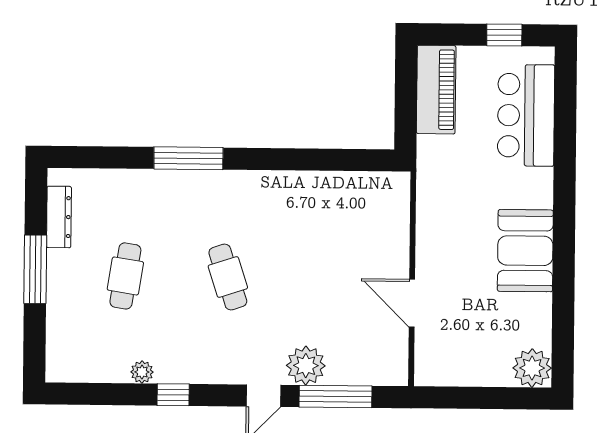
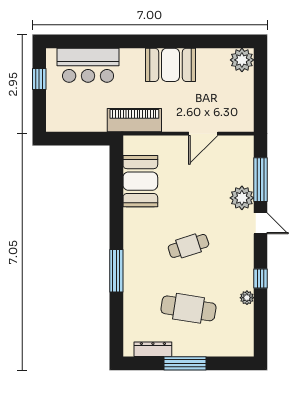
piano: (436, 90) -> (134, 120), moved
booth: (335, 199) -> (140, 181), added
cafe table: (125, 276) -> (188, 308), width x1.37, depth x1.35

